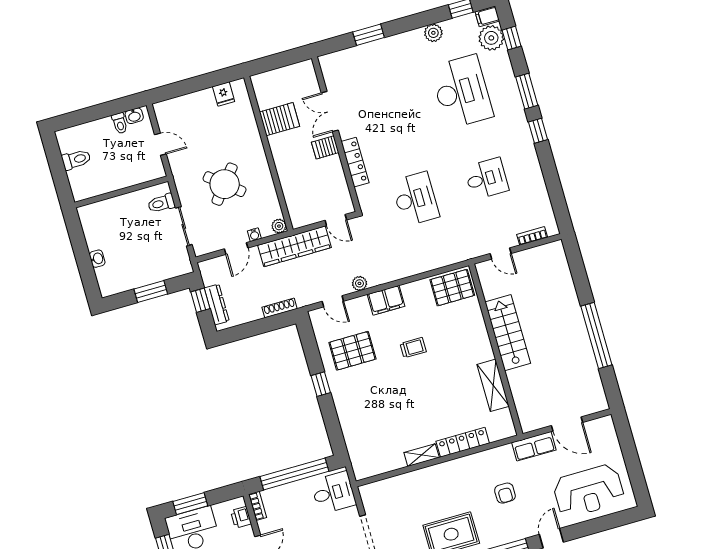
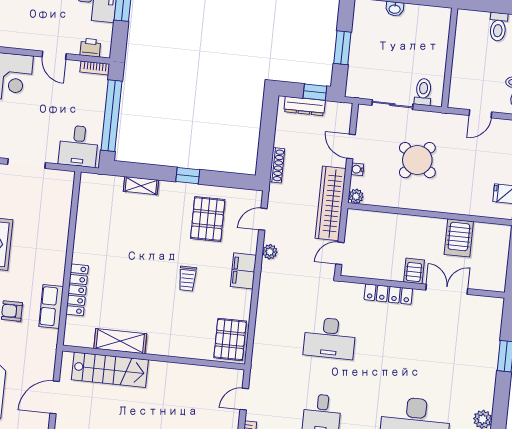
stairs: (508, 333) -> (110, 370), moved
row of seats: (534, 446) -> (51, 306), moved
shelving: (422, 455) -> (141, 186), moved, turned 90

